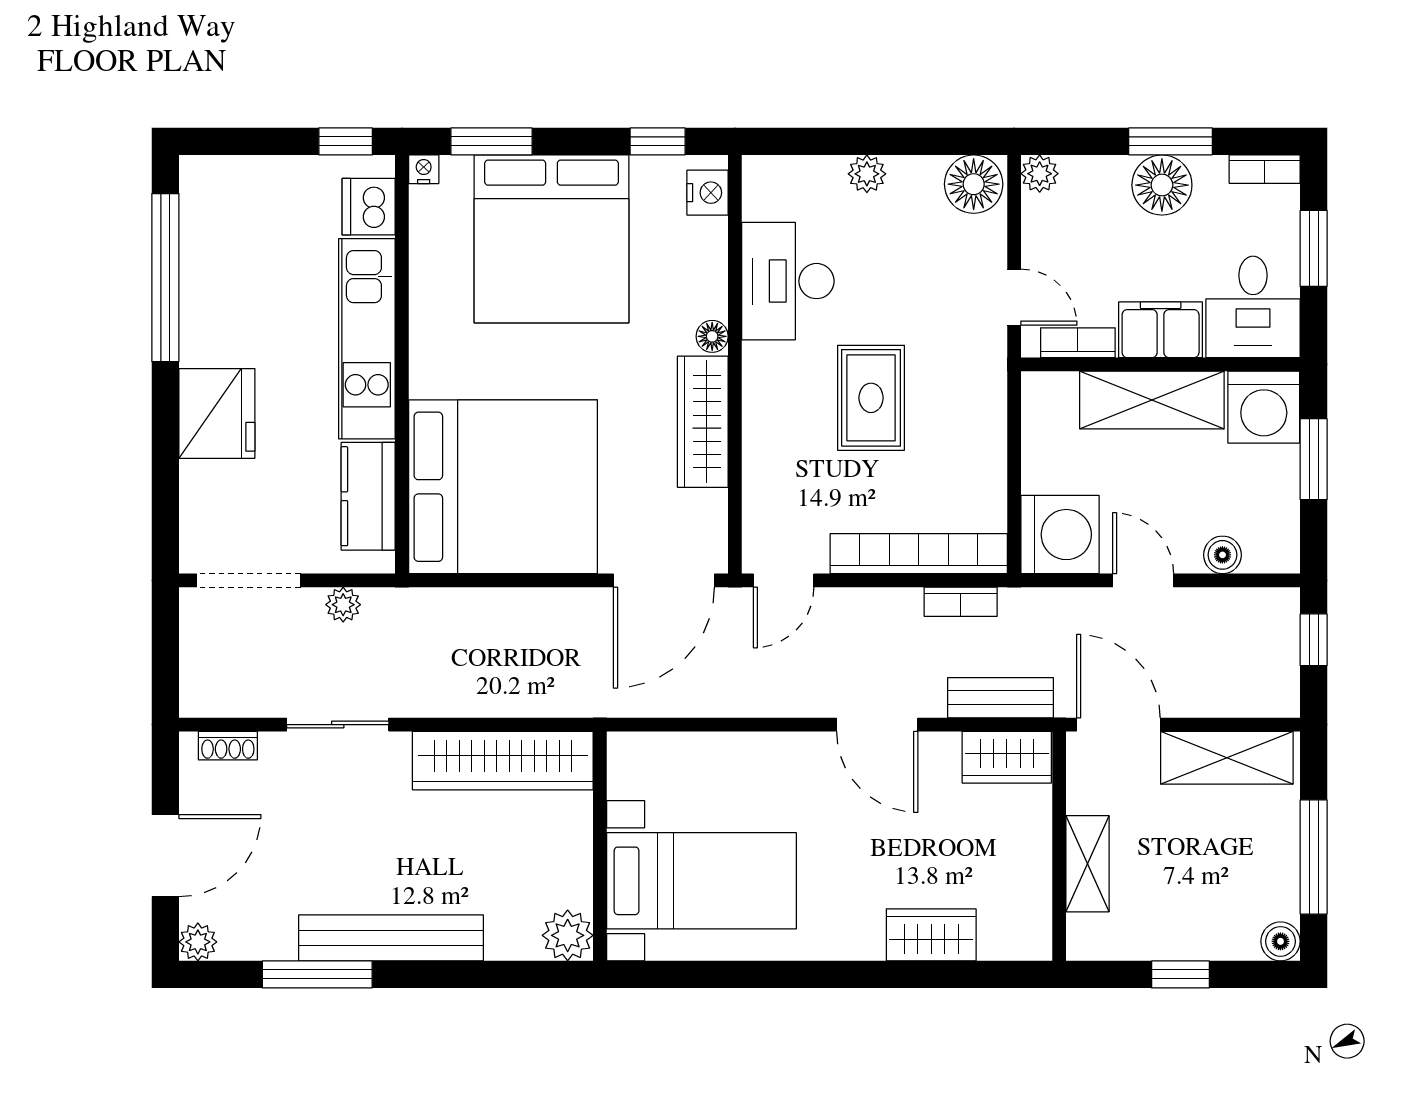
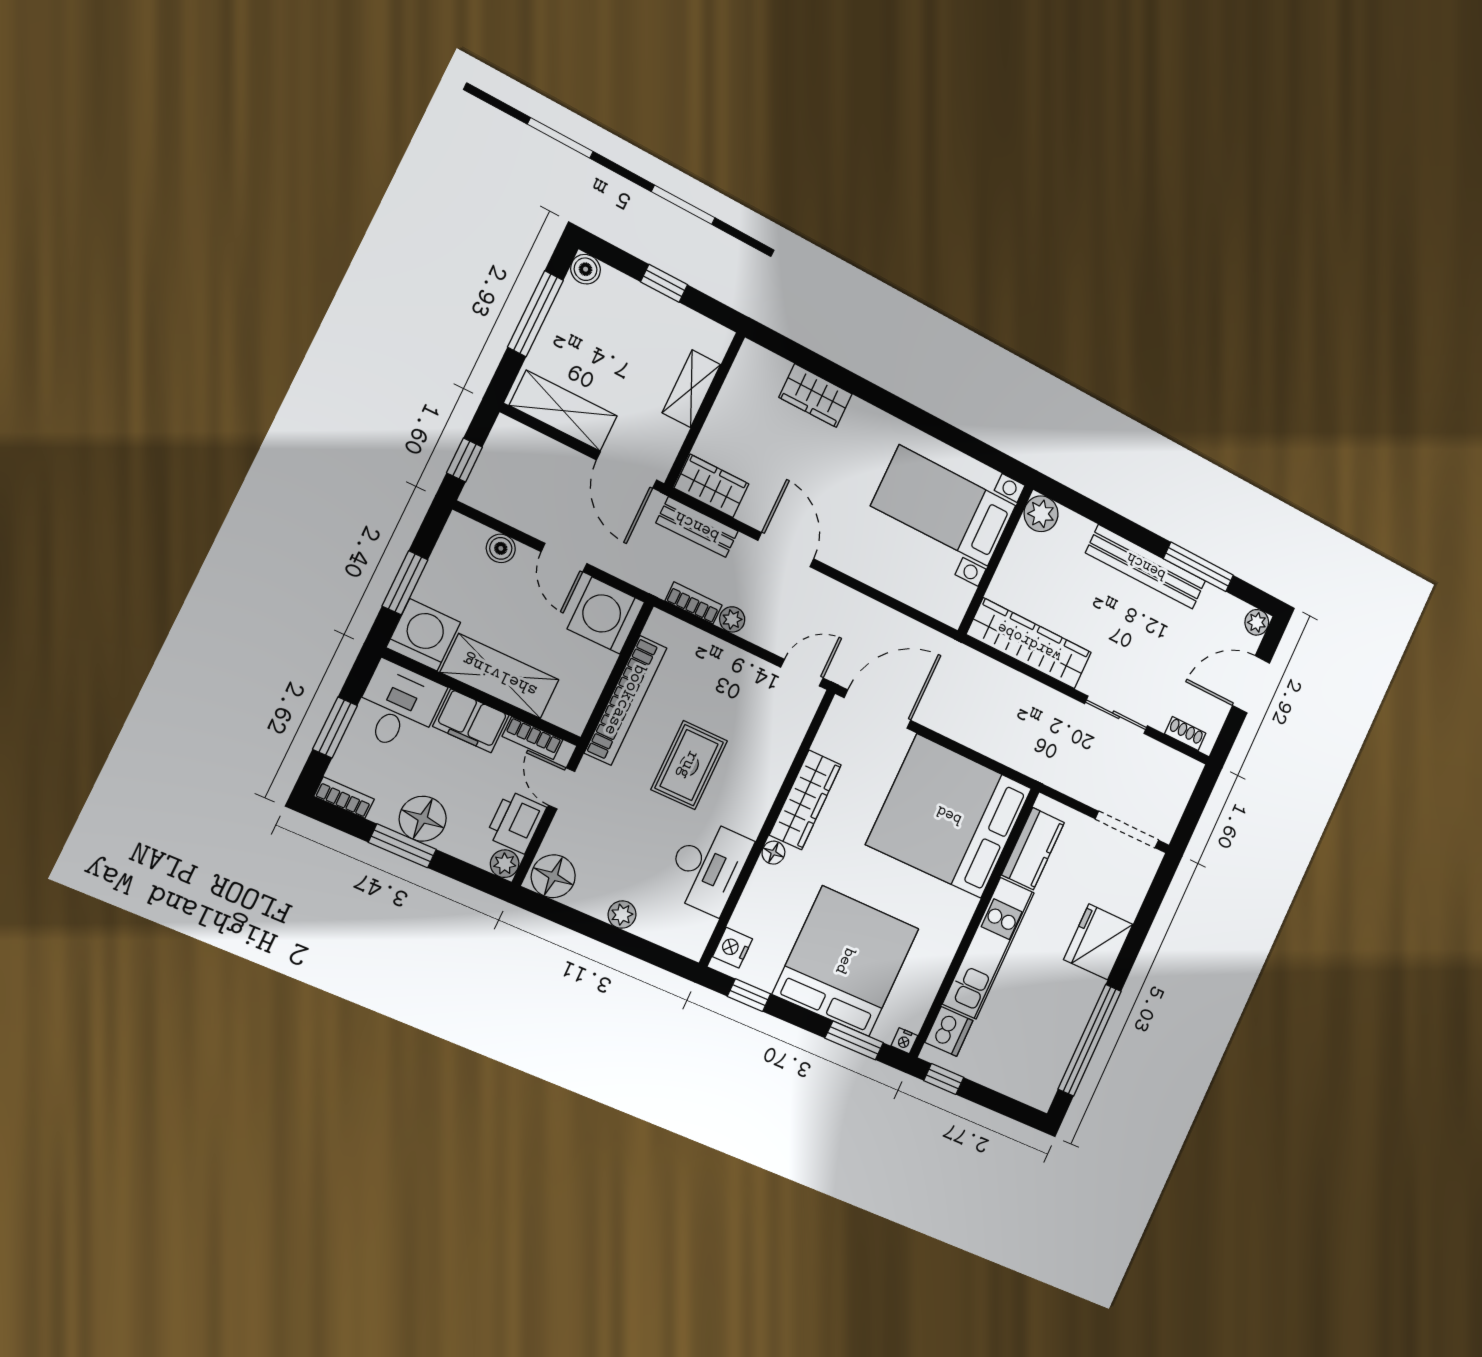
printer: (1050, 231) -> (516, 822), added
bookcase: (919, 554) -> (626, 700), moved, turned -90
plant: (343, 605) -> (732, 619), moved

